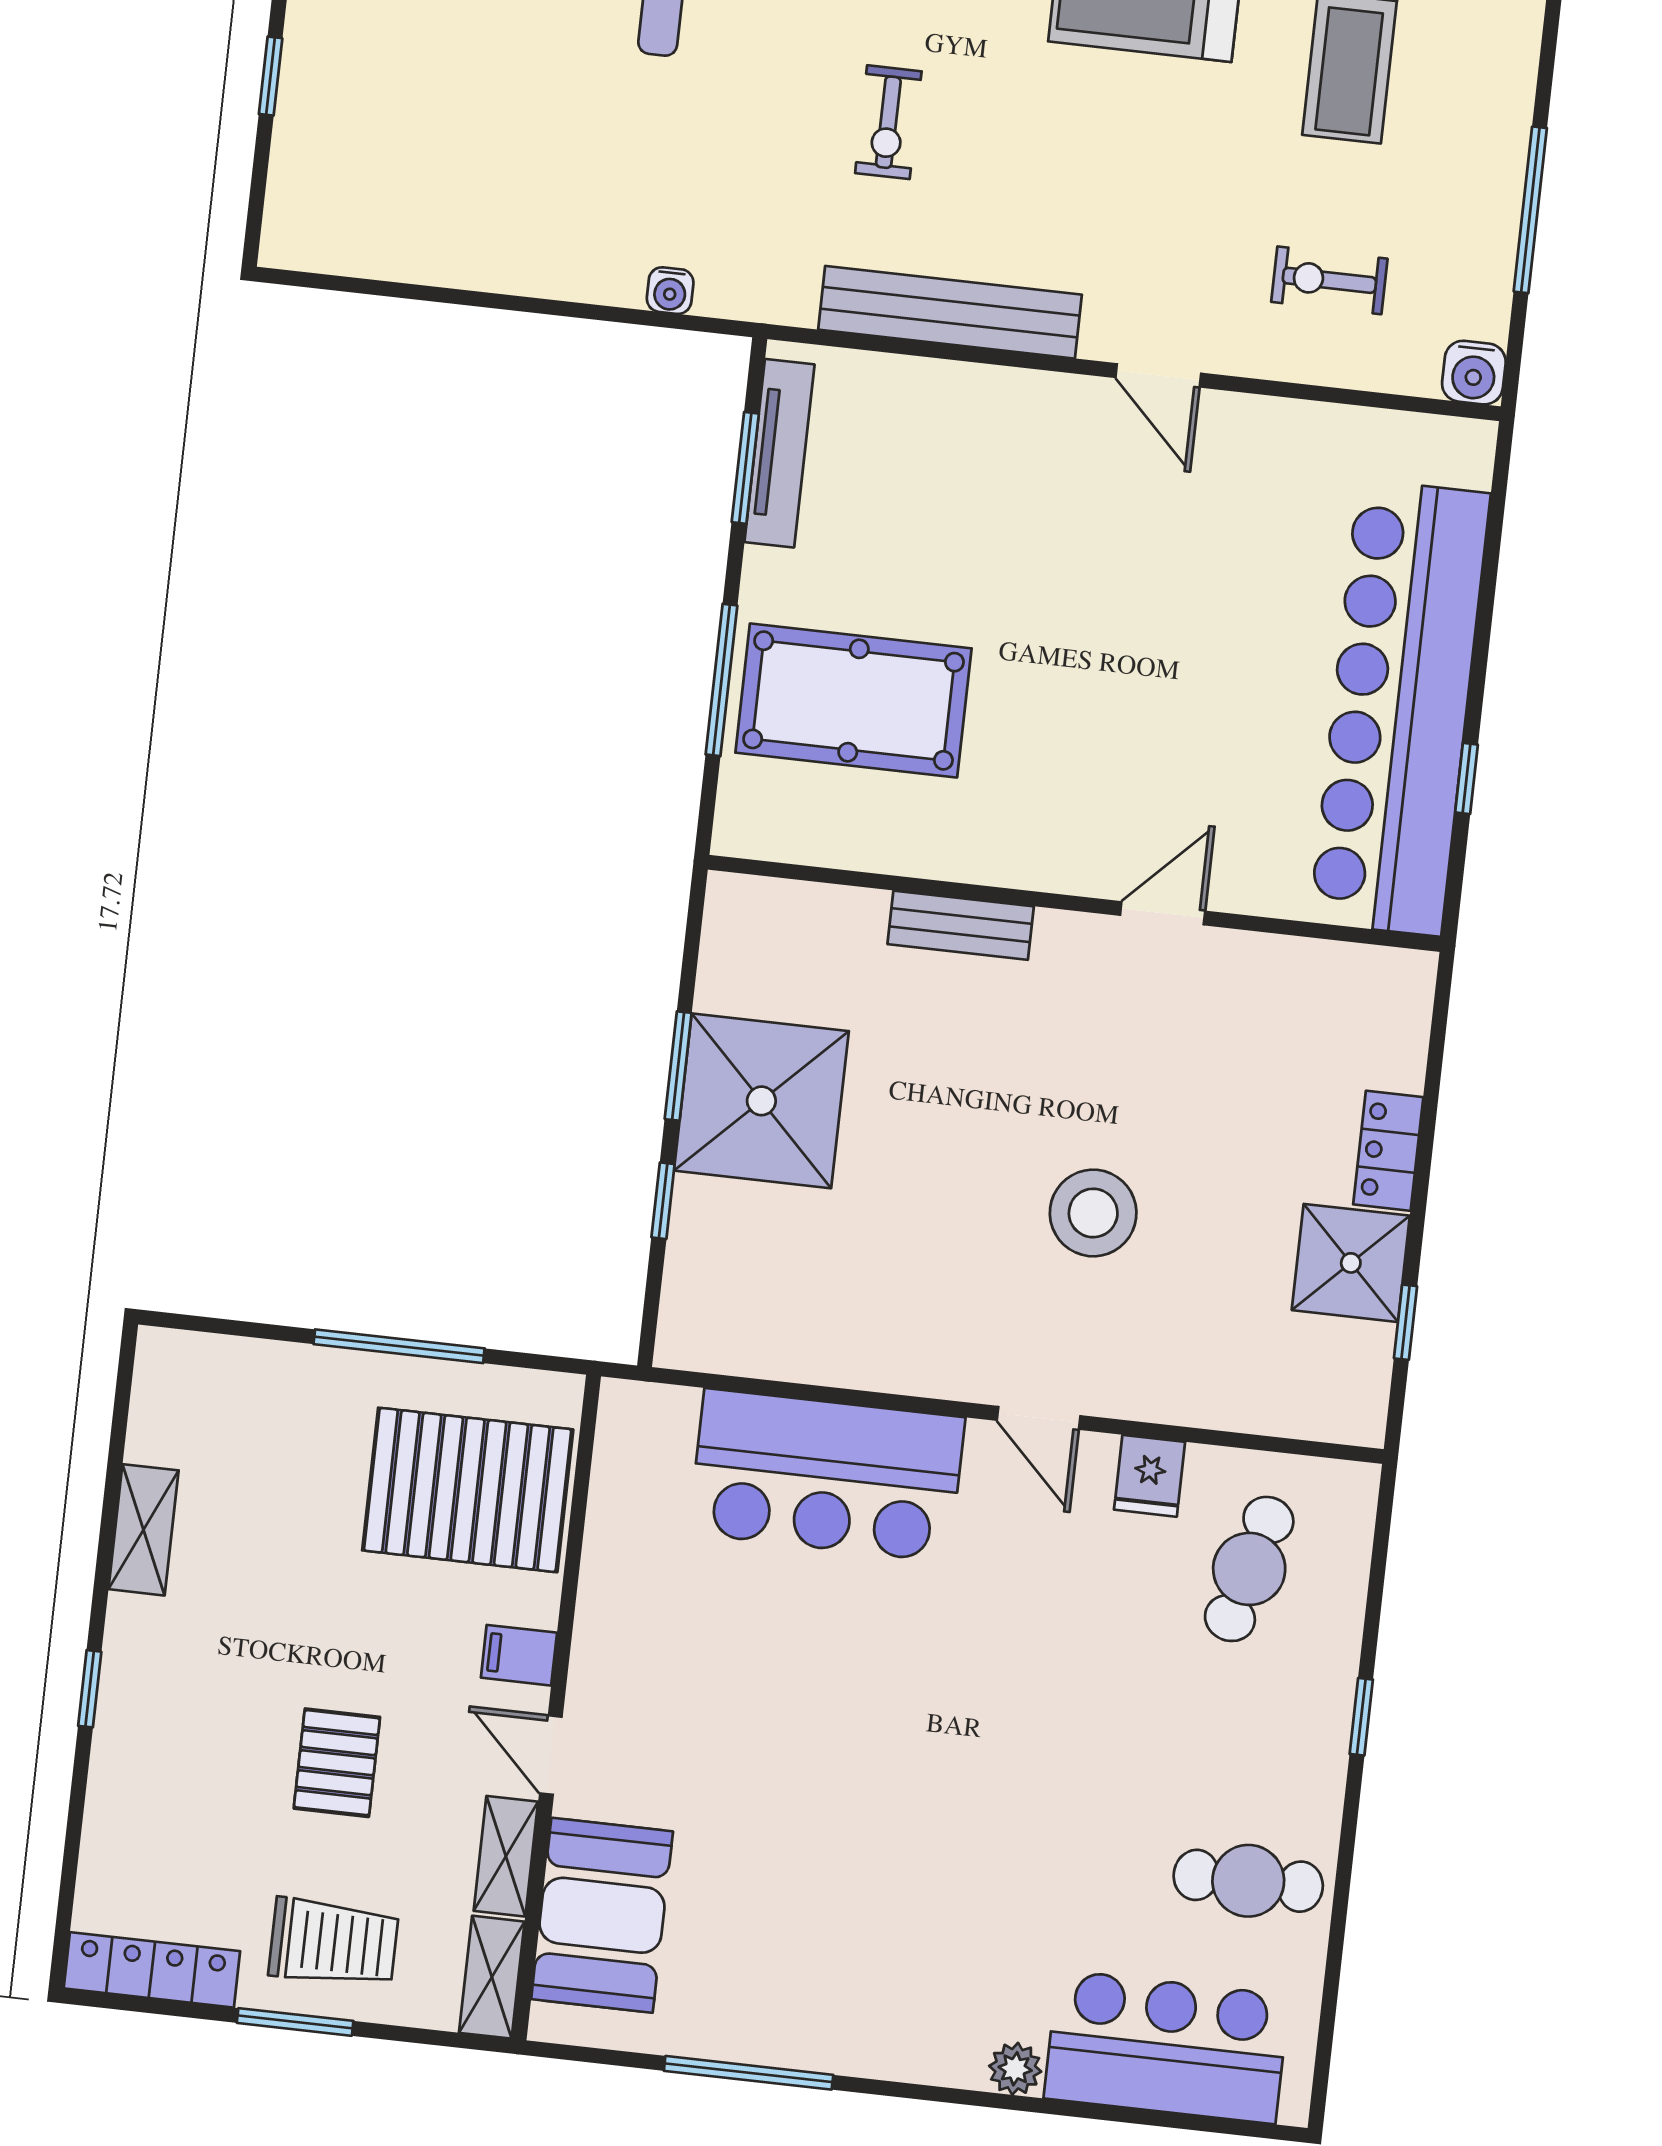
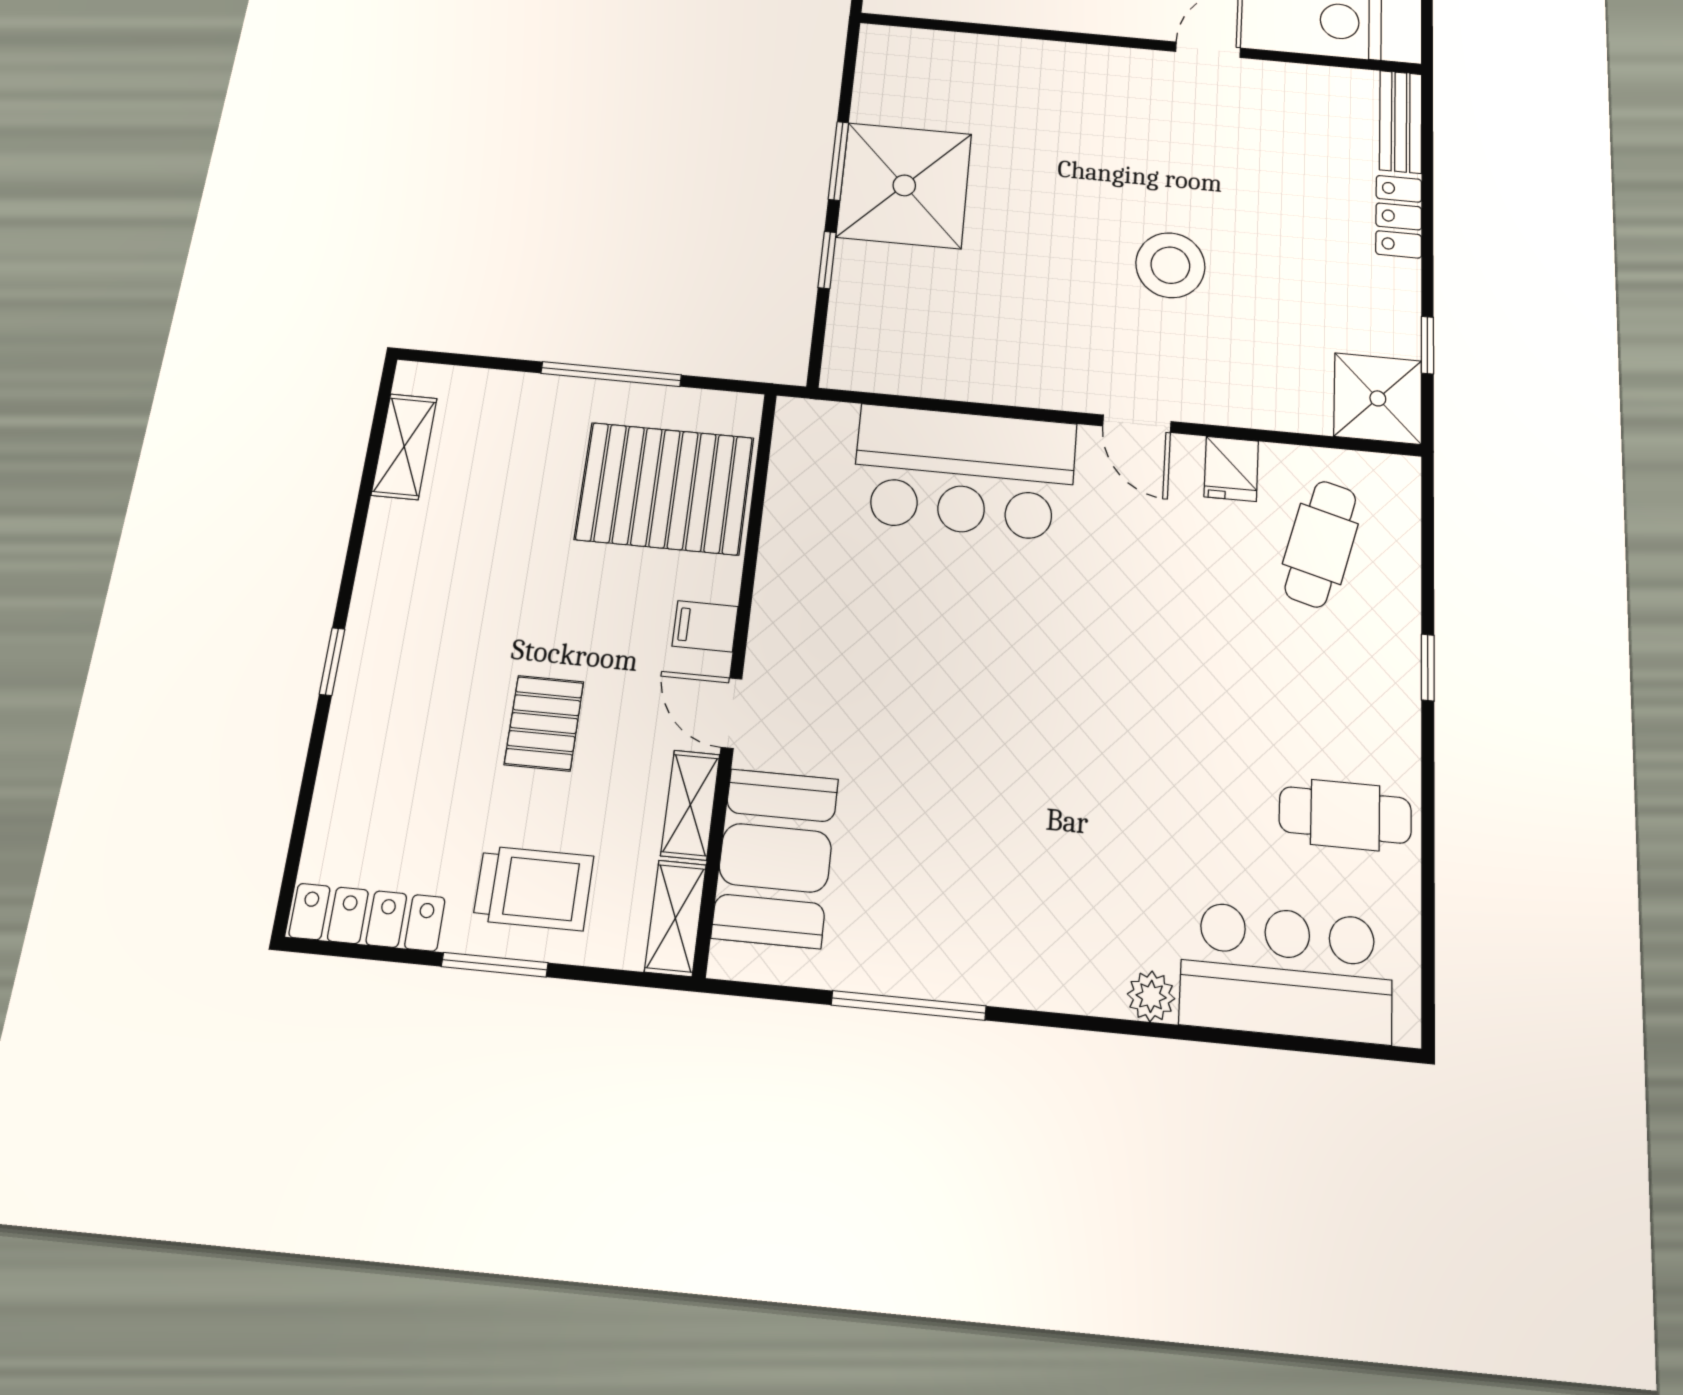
bench: (961, 925) -> (1401, 122), moved, turned 90
shower: (1351, 1263) -> (1378, 398), moved
shelving: (144, 1530) -> (404, 447), moved

